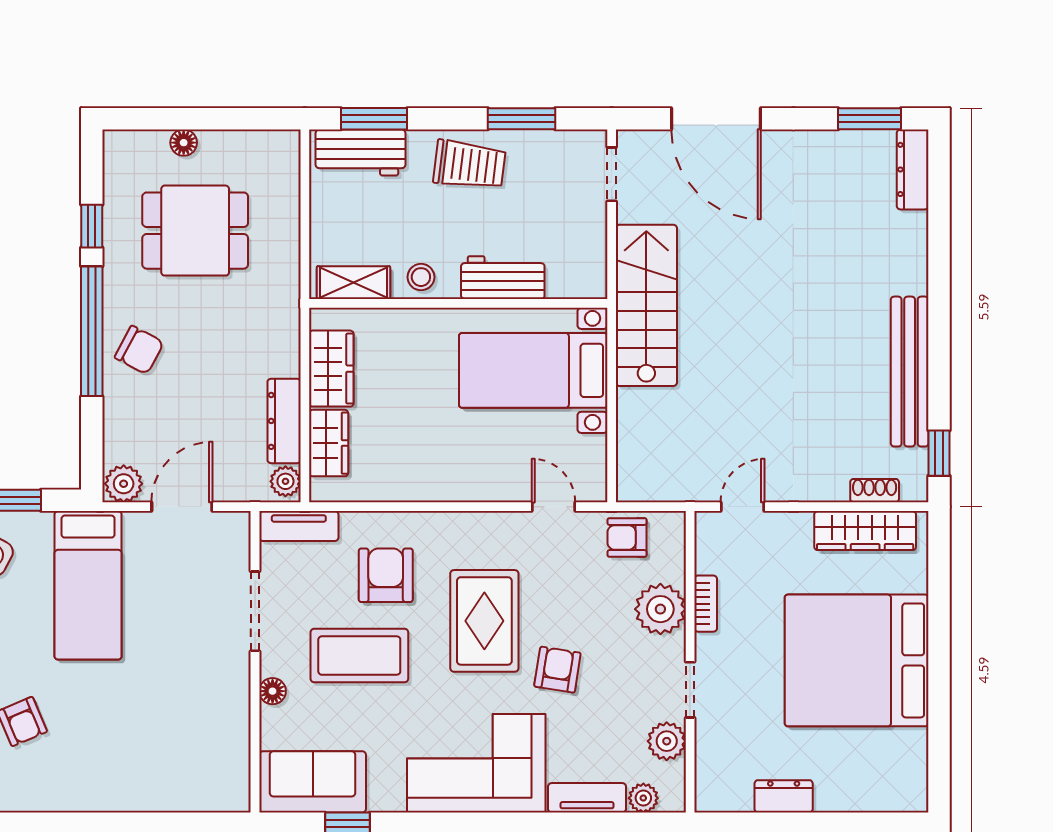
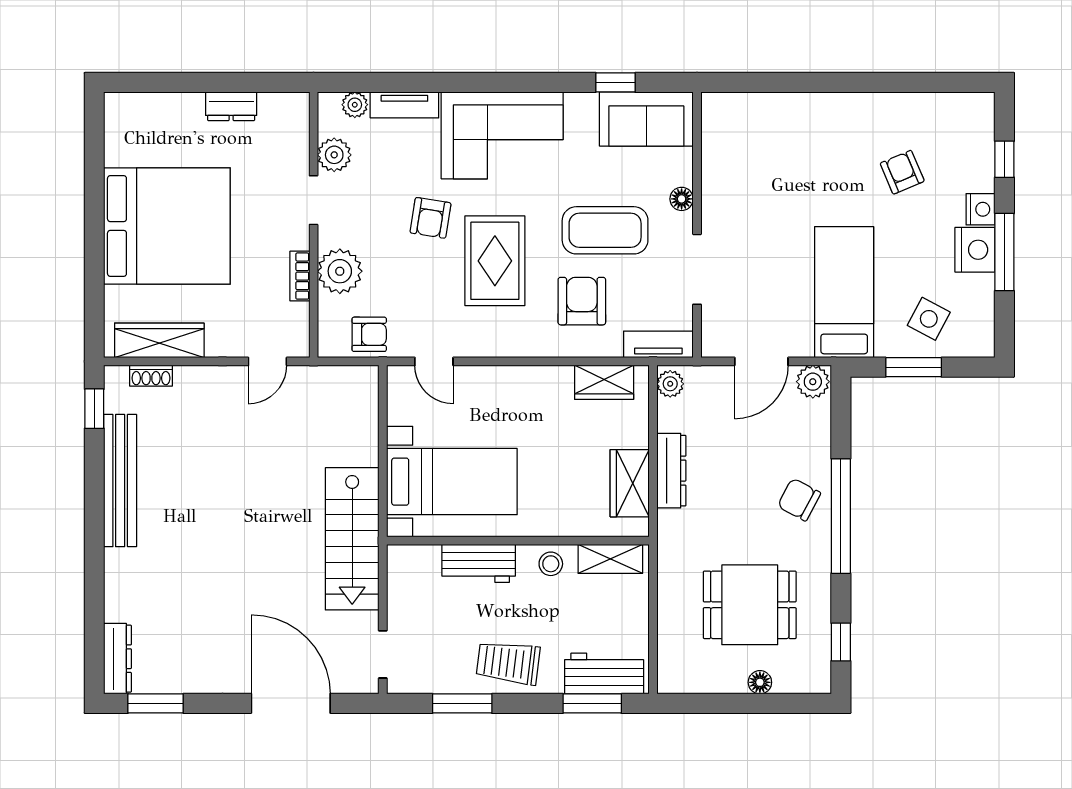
window: (92, 226) -> (841, 642), moved
dresser: (284, 421) -> (671, 471), moved
wardrobe: (329, 443) -> (604, 382), moved, turned -90
armchair: (386, 575) -> (582, 301), turned 180

